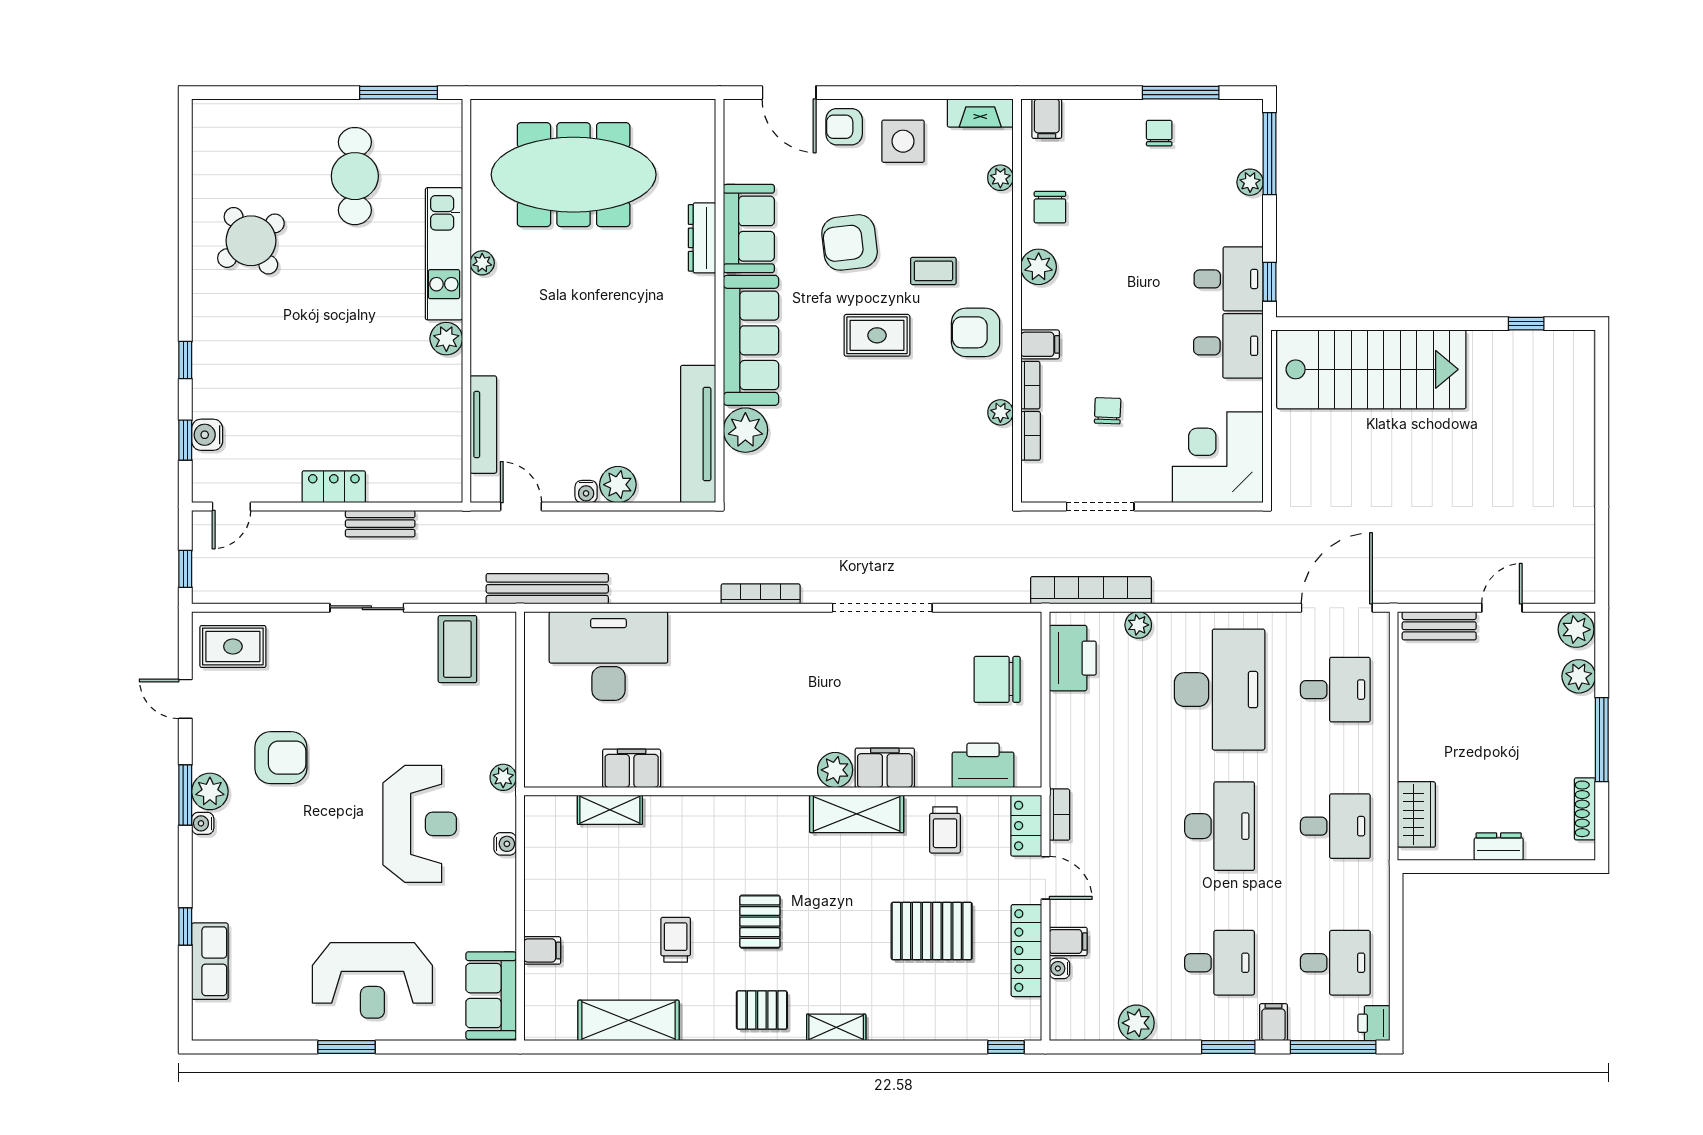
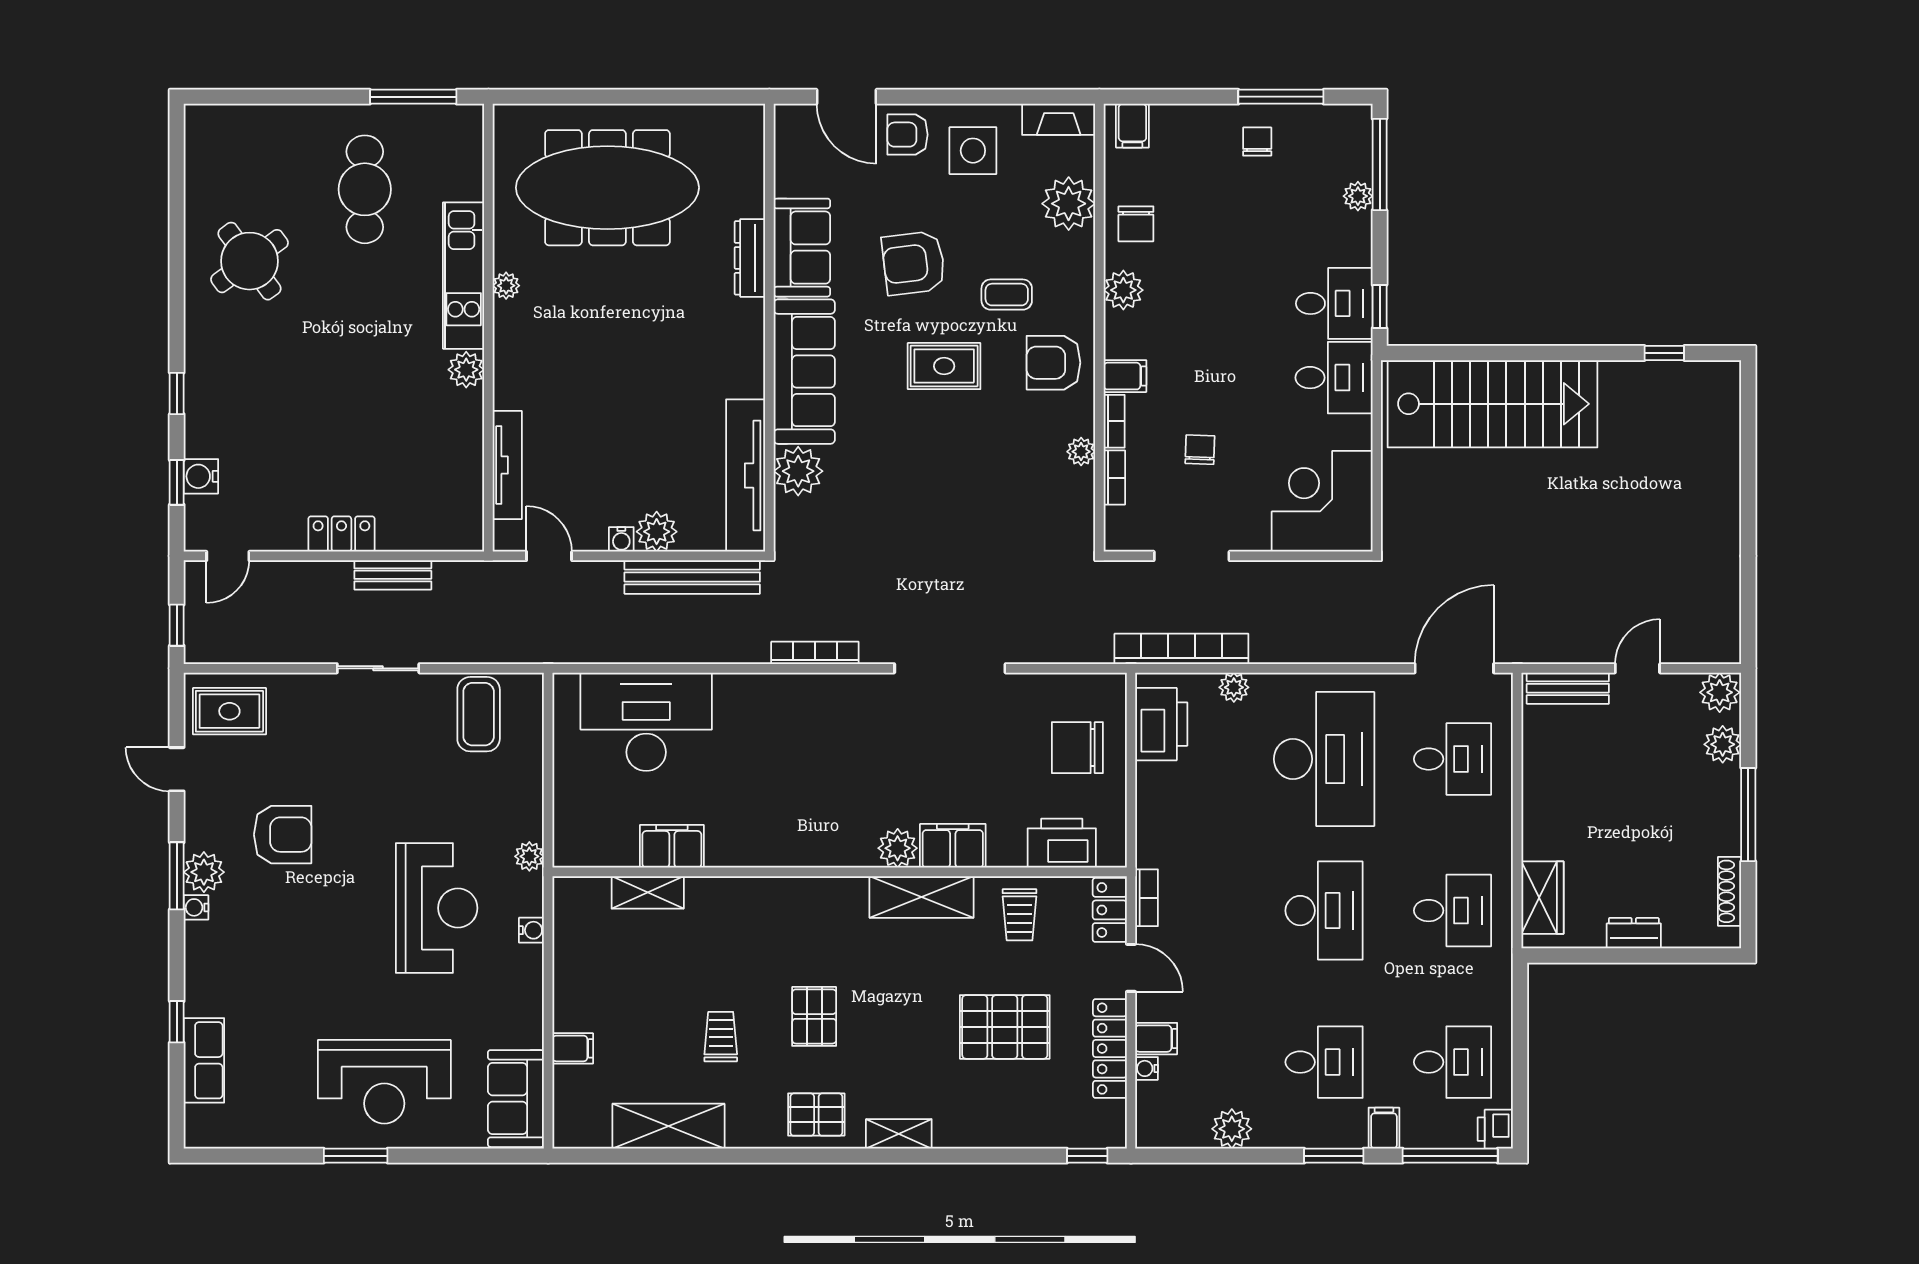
plant: (1000, 178) -> (1069, 204), width x1.87, depth x1.87
bench: (547, 589) -> (692, 577), moved

